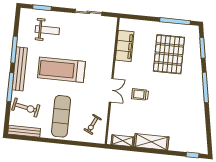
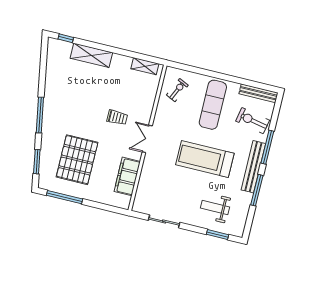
treadmill: (61, 70) -> (205, 159), turned 180
double door: (111, 90) -> (147, 139), moved
shelving: (151, 142) -> (91, 55), moved

